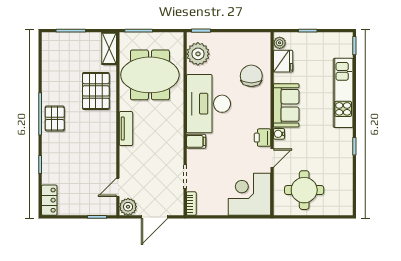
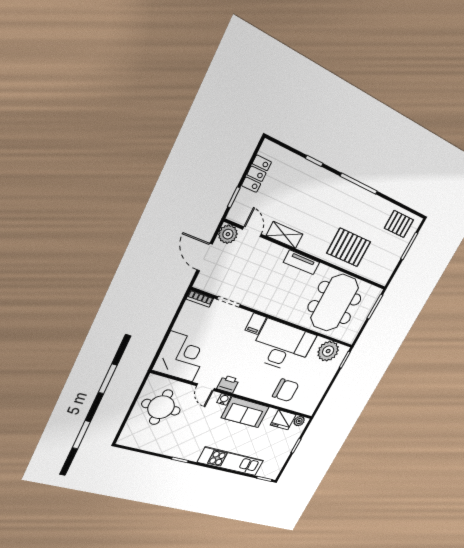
shelving: (109, 48) -> (285, 235), moved
pallet: (55, 118) -> (399, 224), moved
locker: (49, 200) -> (256, 174), moved, turned -90

